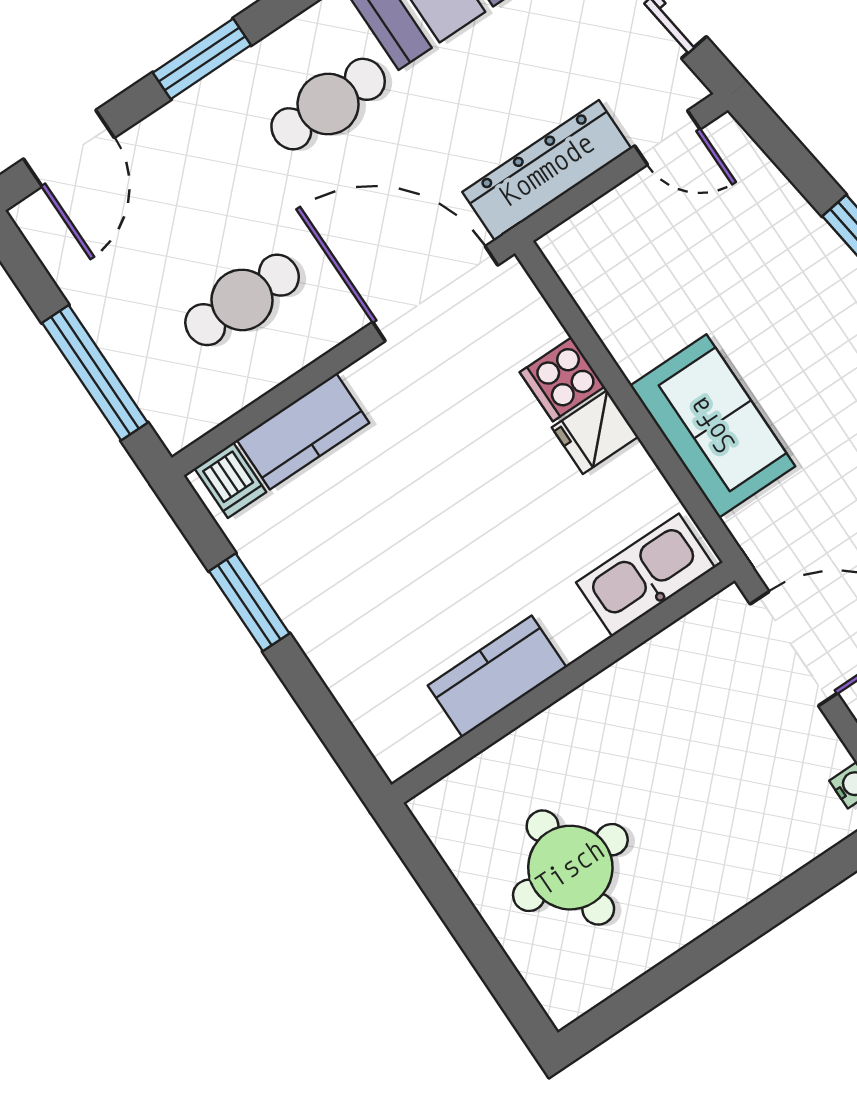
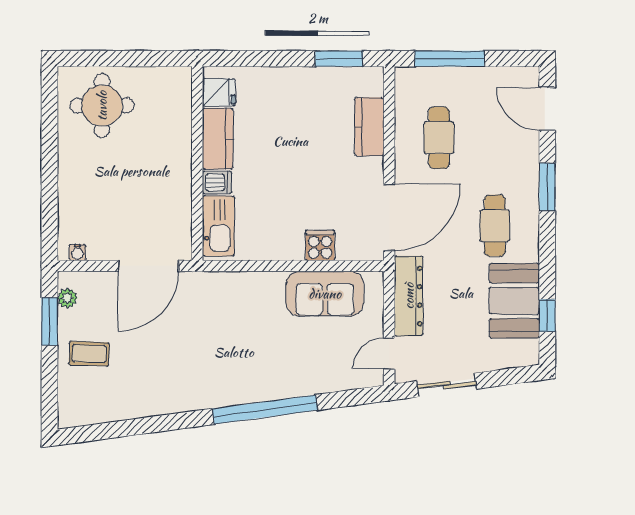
sofa: (713, 426) -> (325, 294), moved
fridge: (595, 432) -> (219, 92), moved, turned 90
dishwasher: (230, 480) -> (217, 183), moved, turned 180
window: (249, 602) -> (339, 59), moved
round table: (570, 868) -> (102, 106), moved

